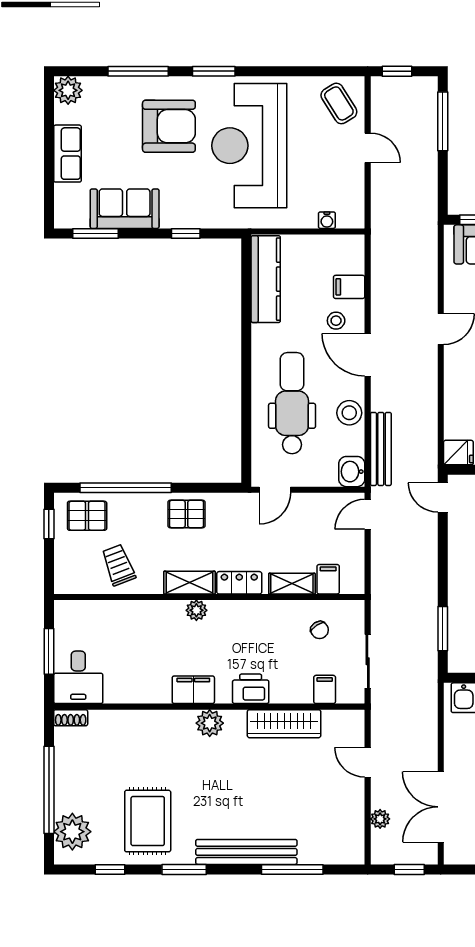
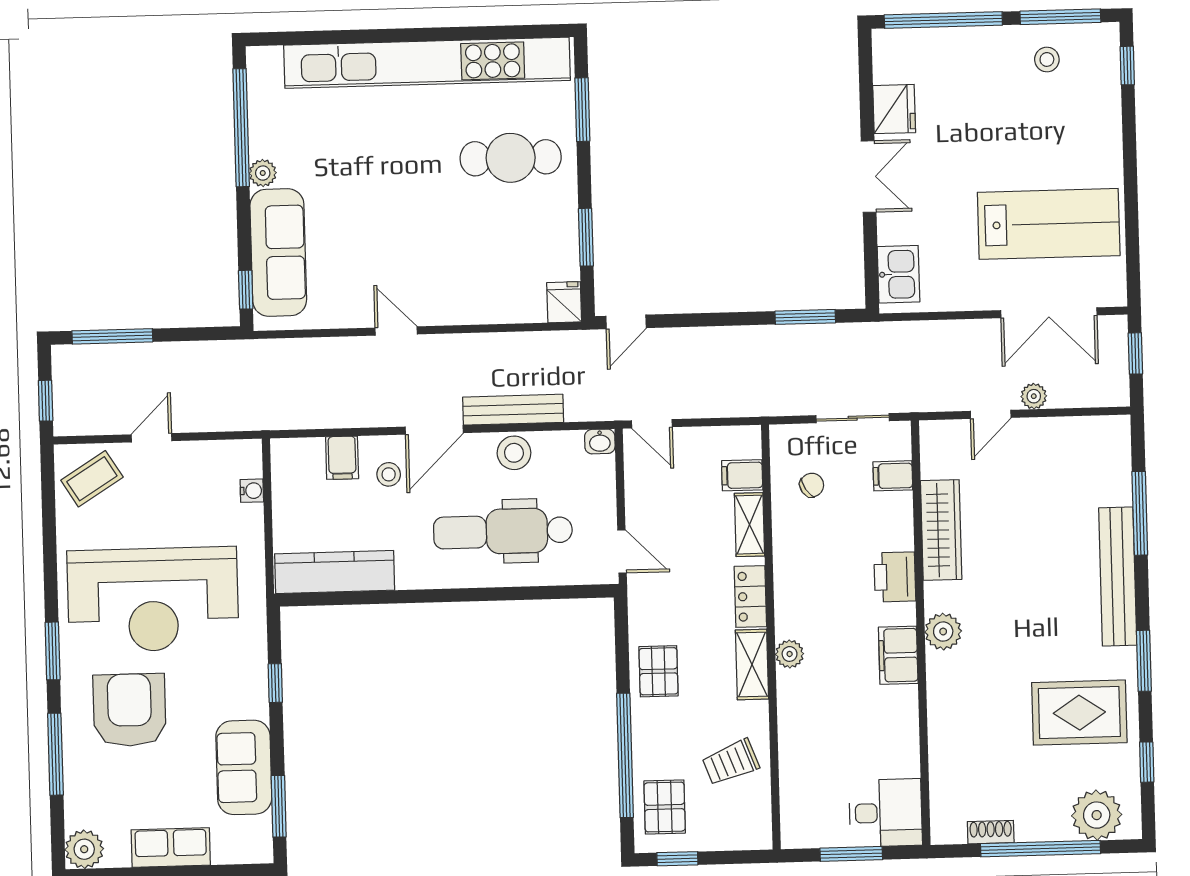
bench: (381, 449) -> (513, 410), moved
washbasin: (352, 472) -> (600, 441), width x0.72, depth x0.69
shoe rack: (71, 718) -> (991, 832), moved, turned -90
plant: (380, 819) -> (1034, 396), moved

